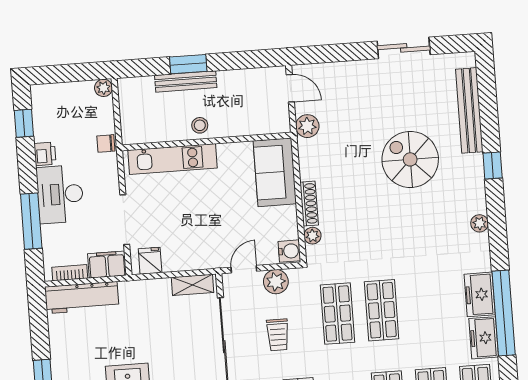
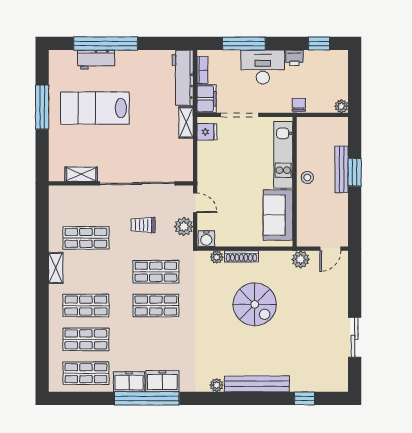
bench: (469, 110) -> (257, 384), moved
spiral stairs: (410, 159) -> (255, 304), moved, turned 90
window: (493, 165) -> (304, 398), moved
sofa: (275, 172) -> (278, 215), moved, turned -90
shelving: (193, 285) -> (186, 122), moved

